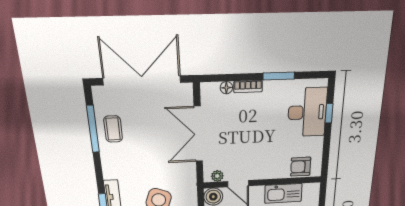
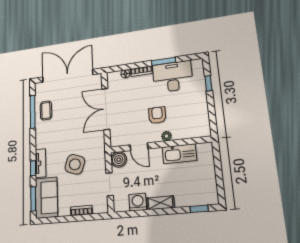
desk: (307, 112) -> (173, 77), moved, turned -90
armchair: (301, 167) -> (157, 115), moved, turned 90
plant: (217, 176) -> (166, 136), moved

